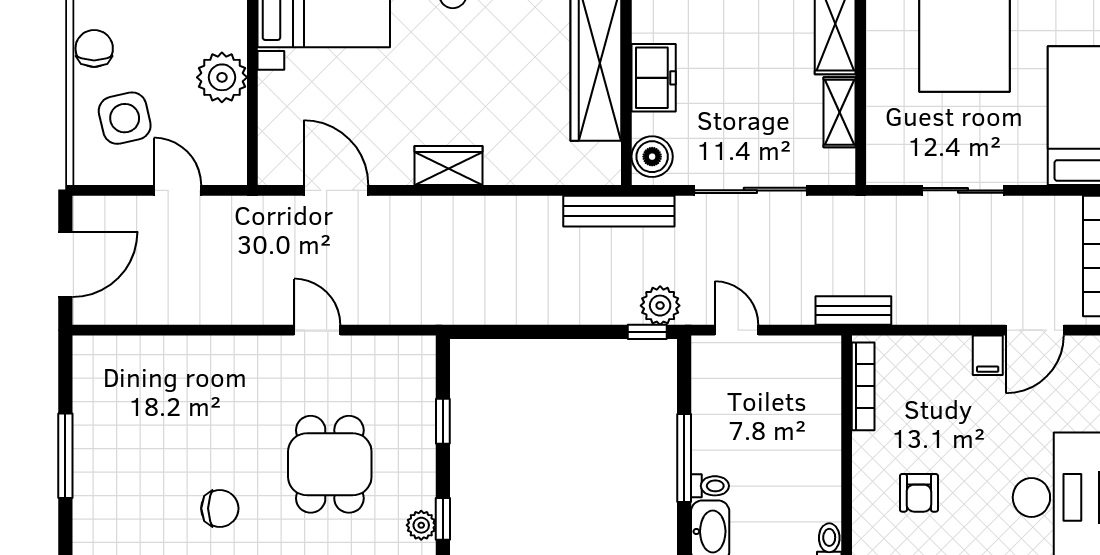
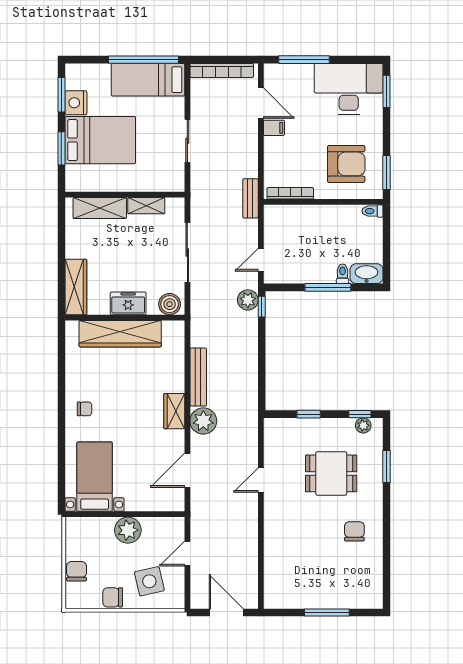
bench: (619, 211) -> (198, 377), moved
plant: (430, 221) -> (203, 421), added
armchair: (919, 493) -> (346, 164), width x1.88, depth x1.88

